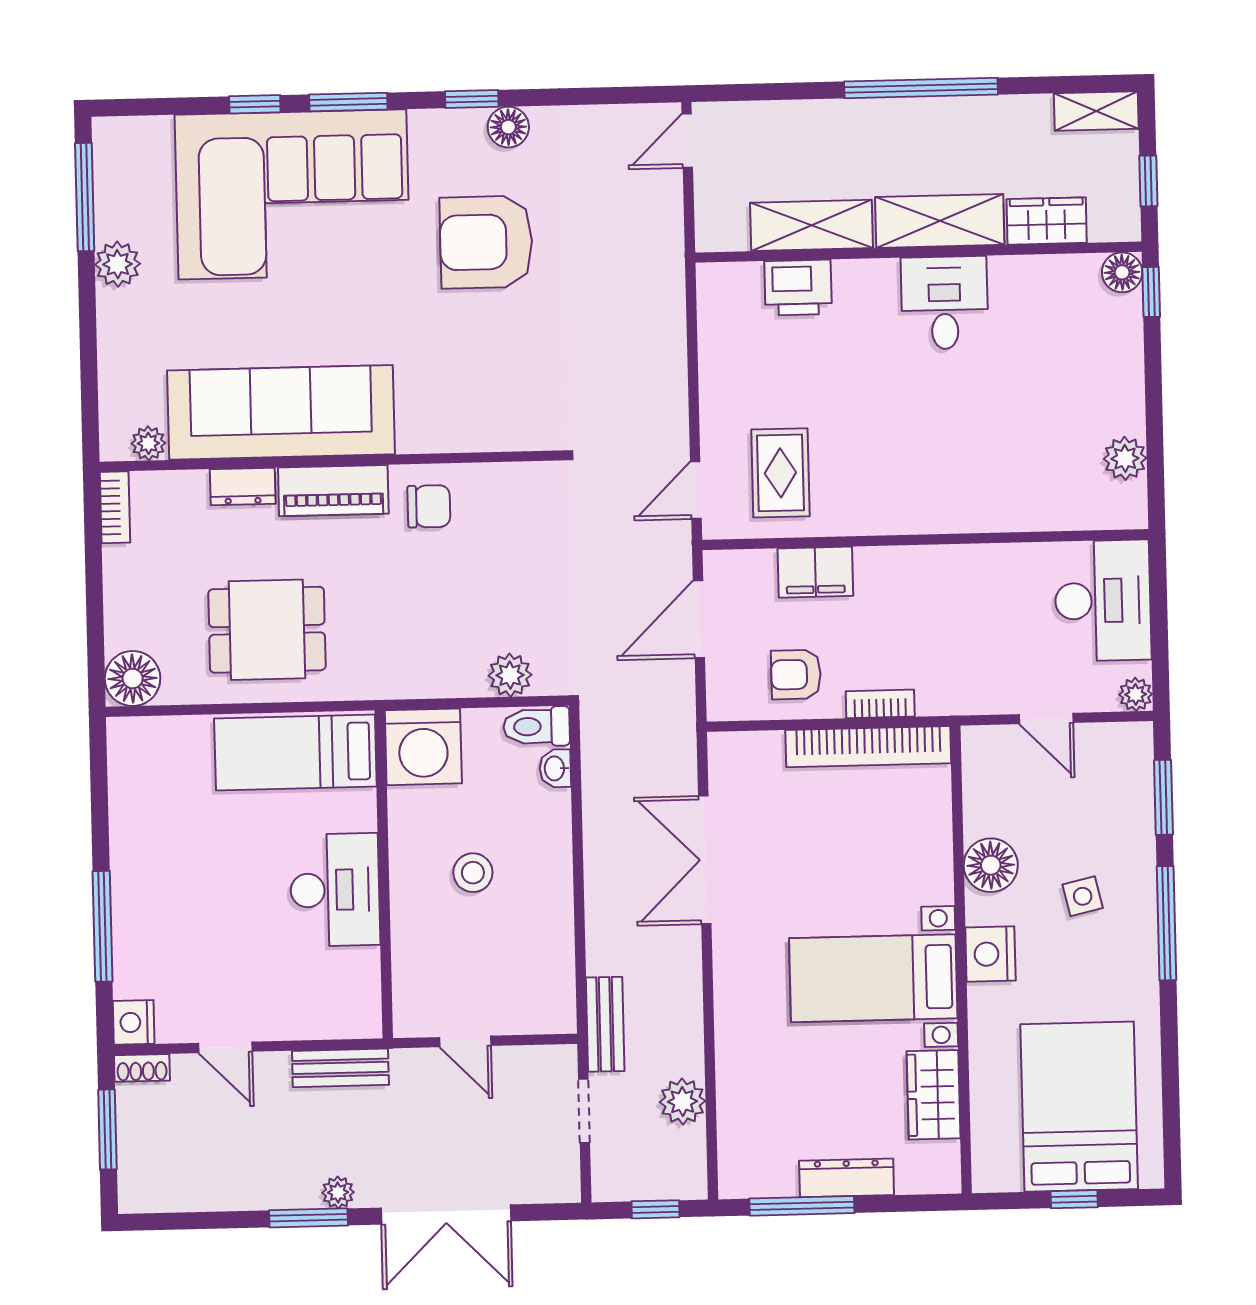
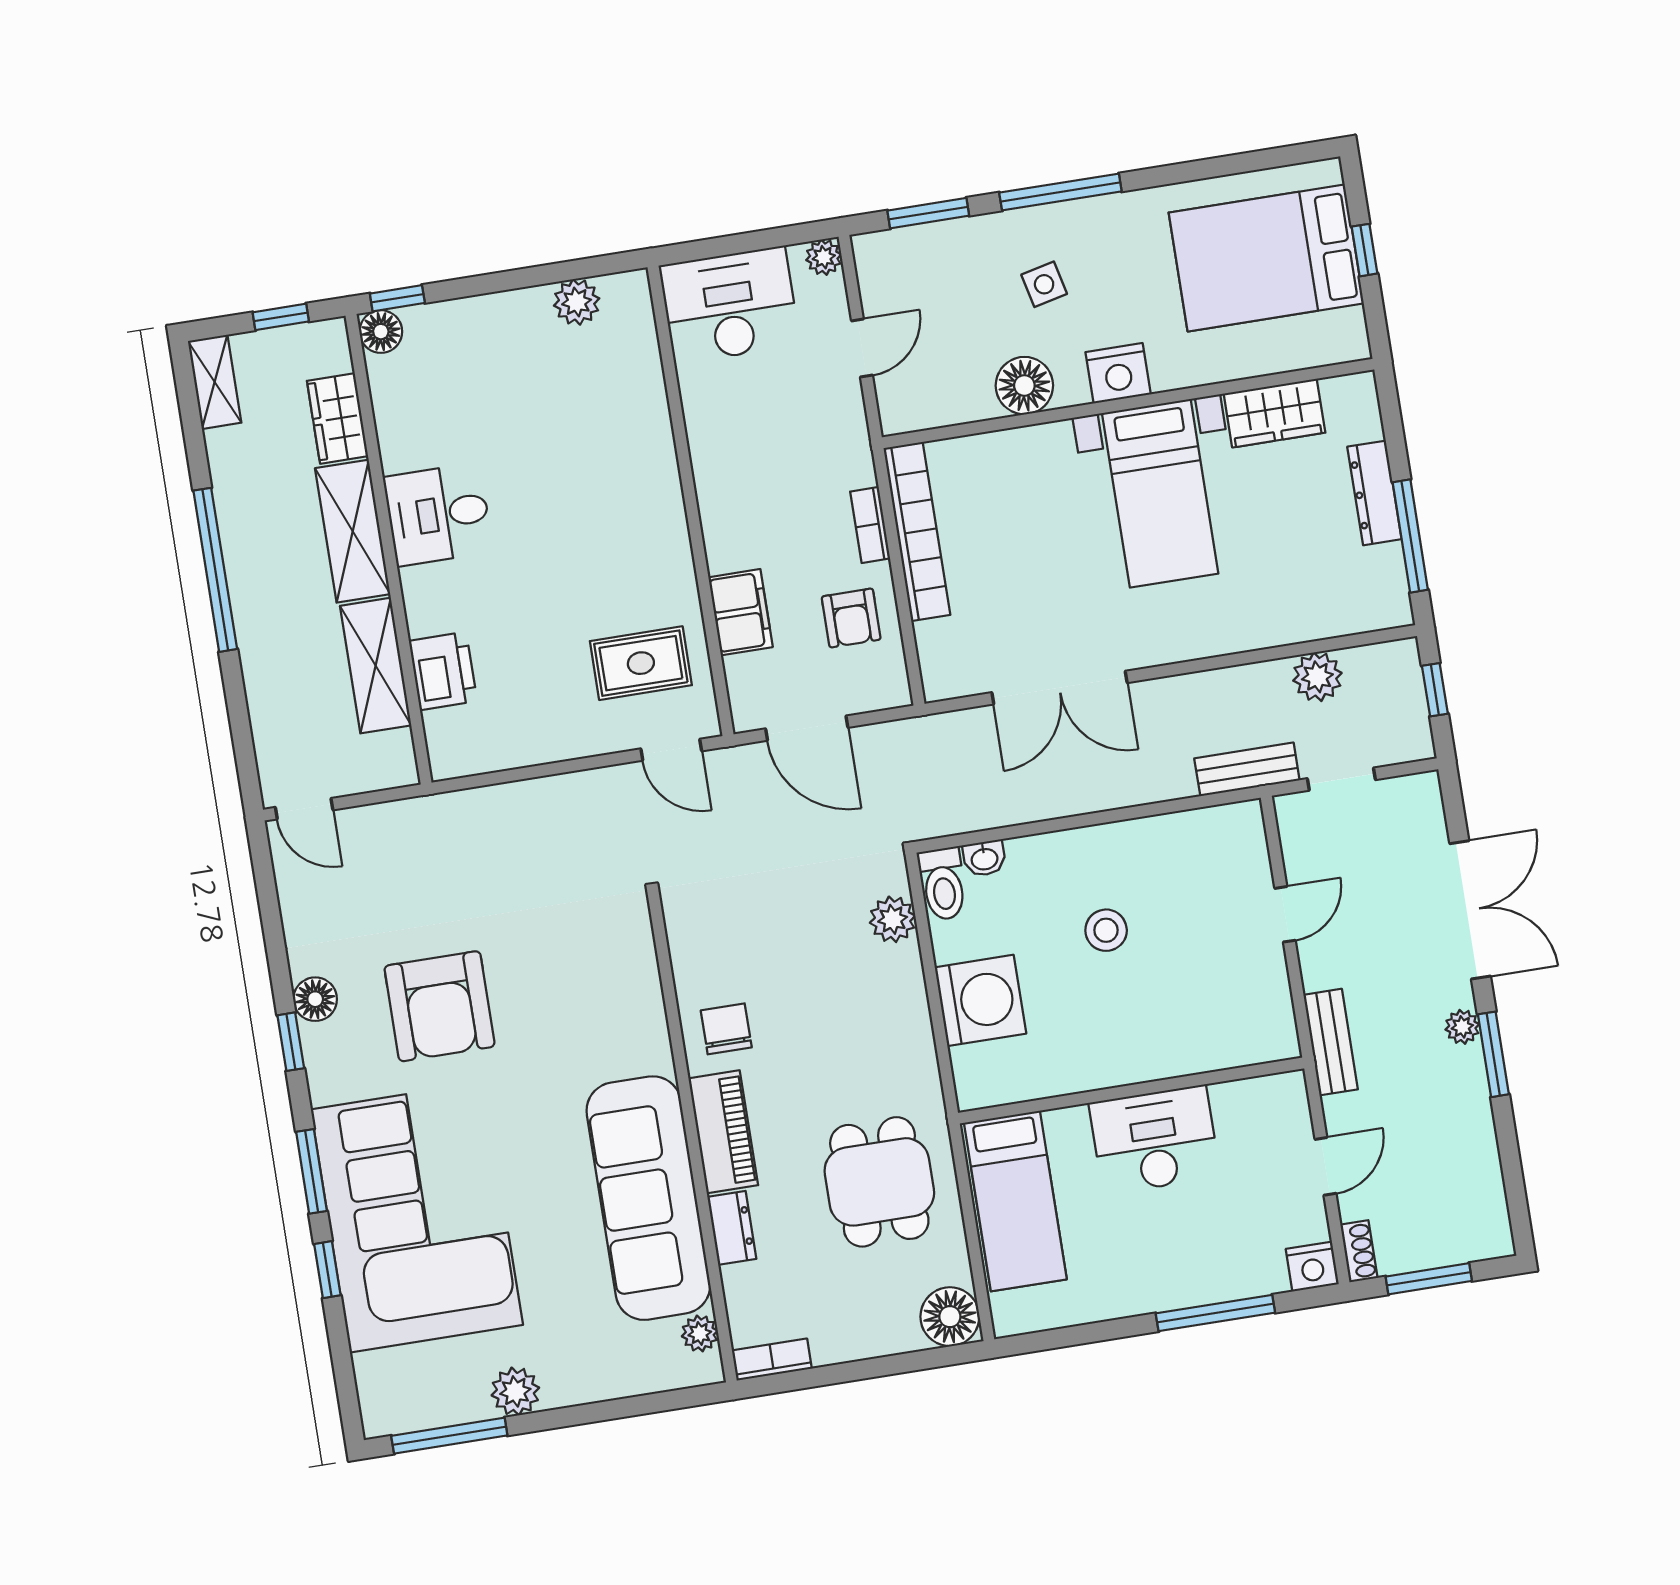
bed: (295, 753) -> (1015, 1201), moved
wall: (384, 874) -> (1131, 1091), moved
desk: (335, 890) -> (1154, 1140), moved

